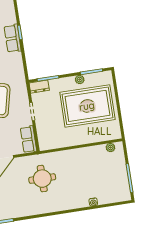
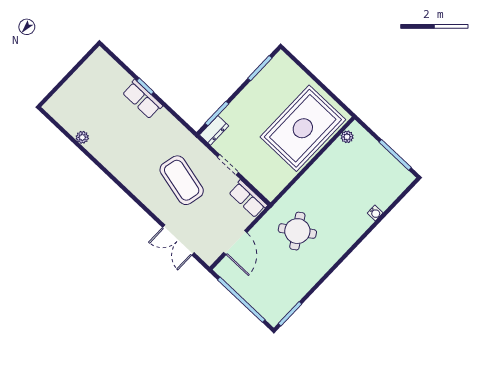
plant: (80, 79) -> (253, 87), removed
rug: (87, 106) -> (303, 128), moved
round table: (42, 179) -> (297, 231), turned -33

